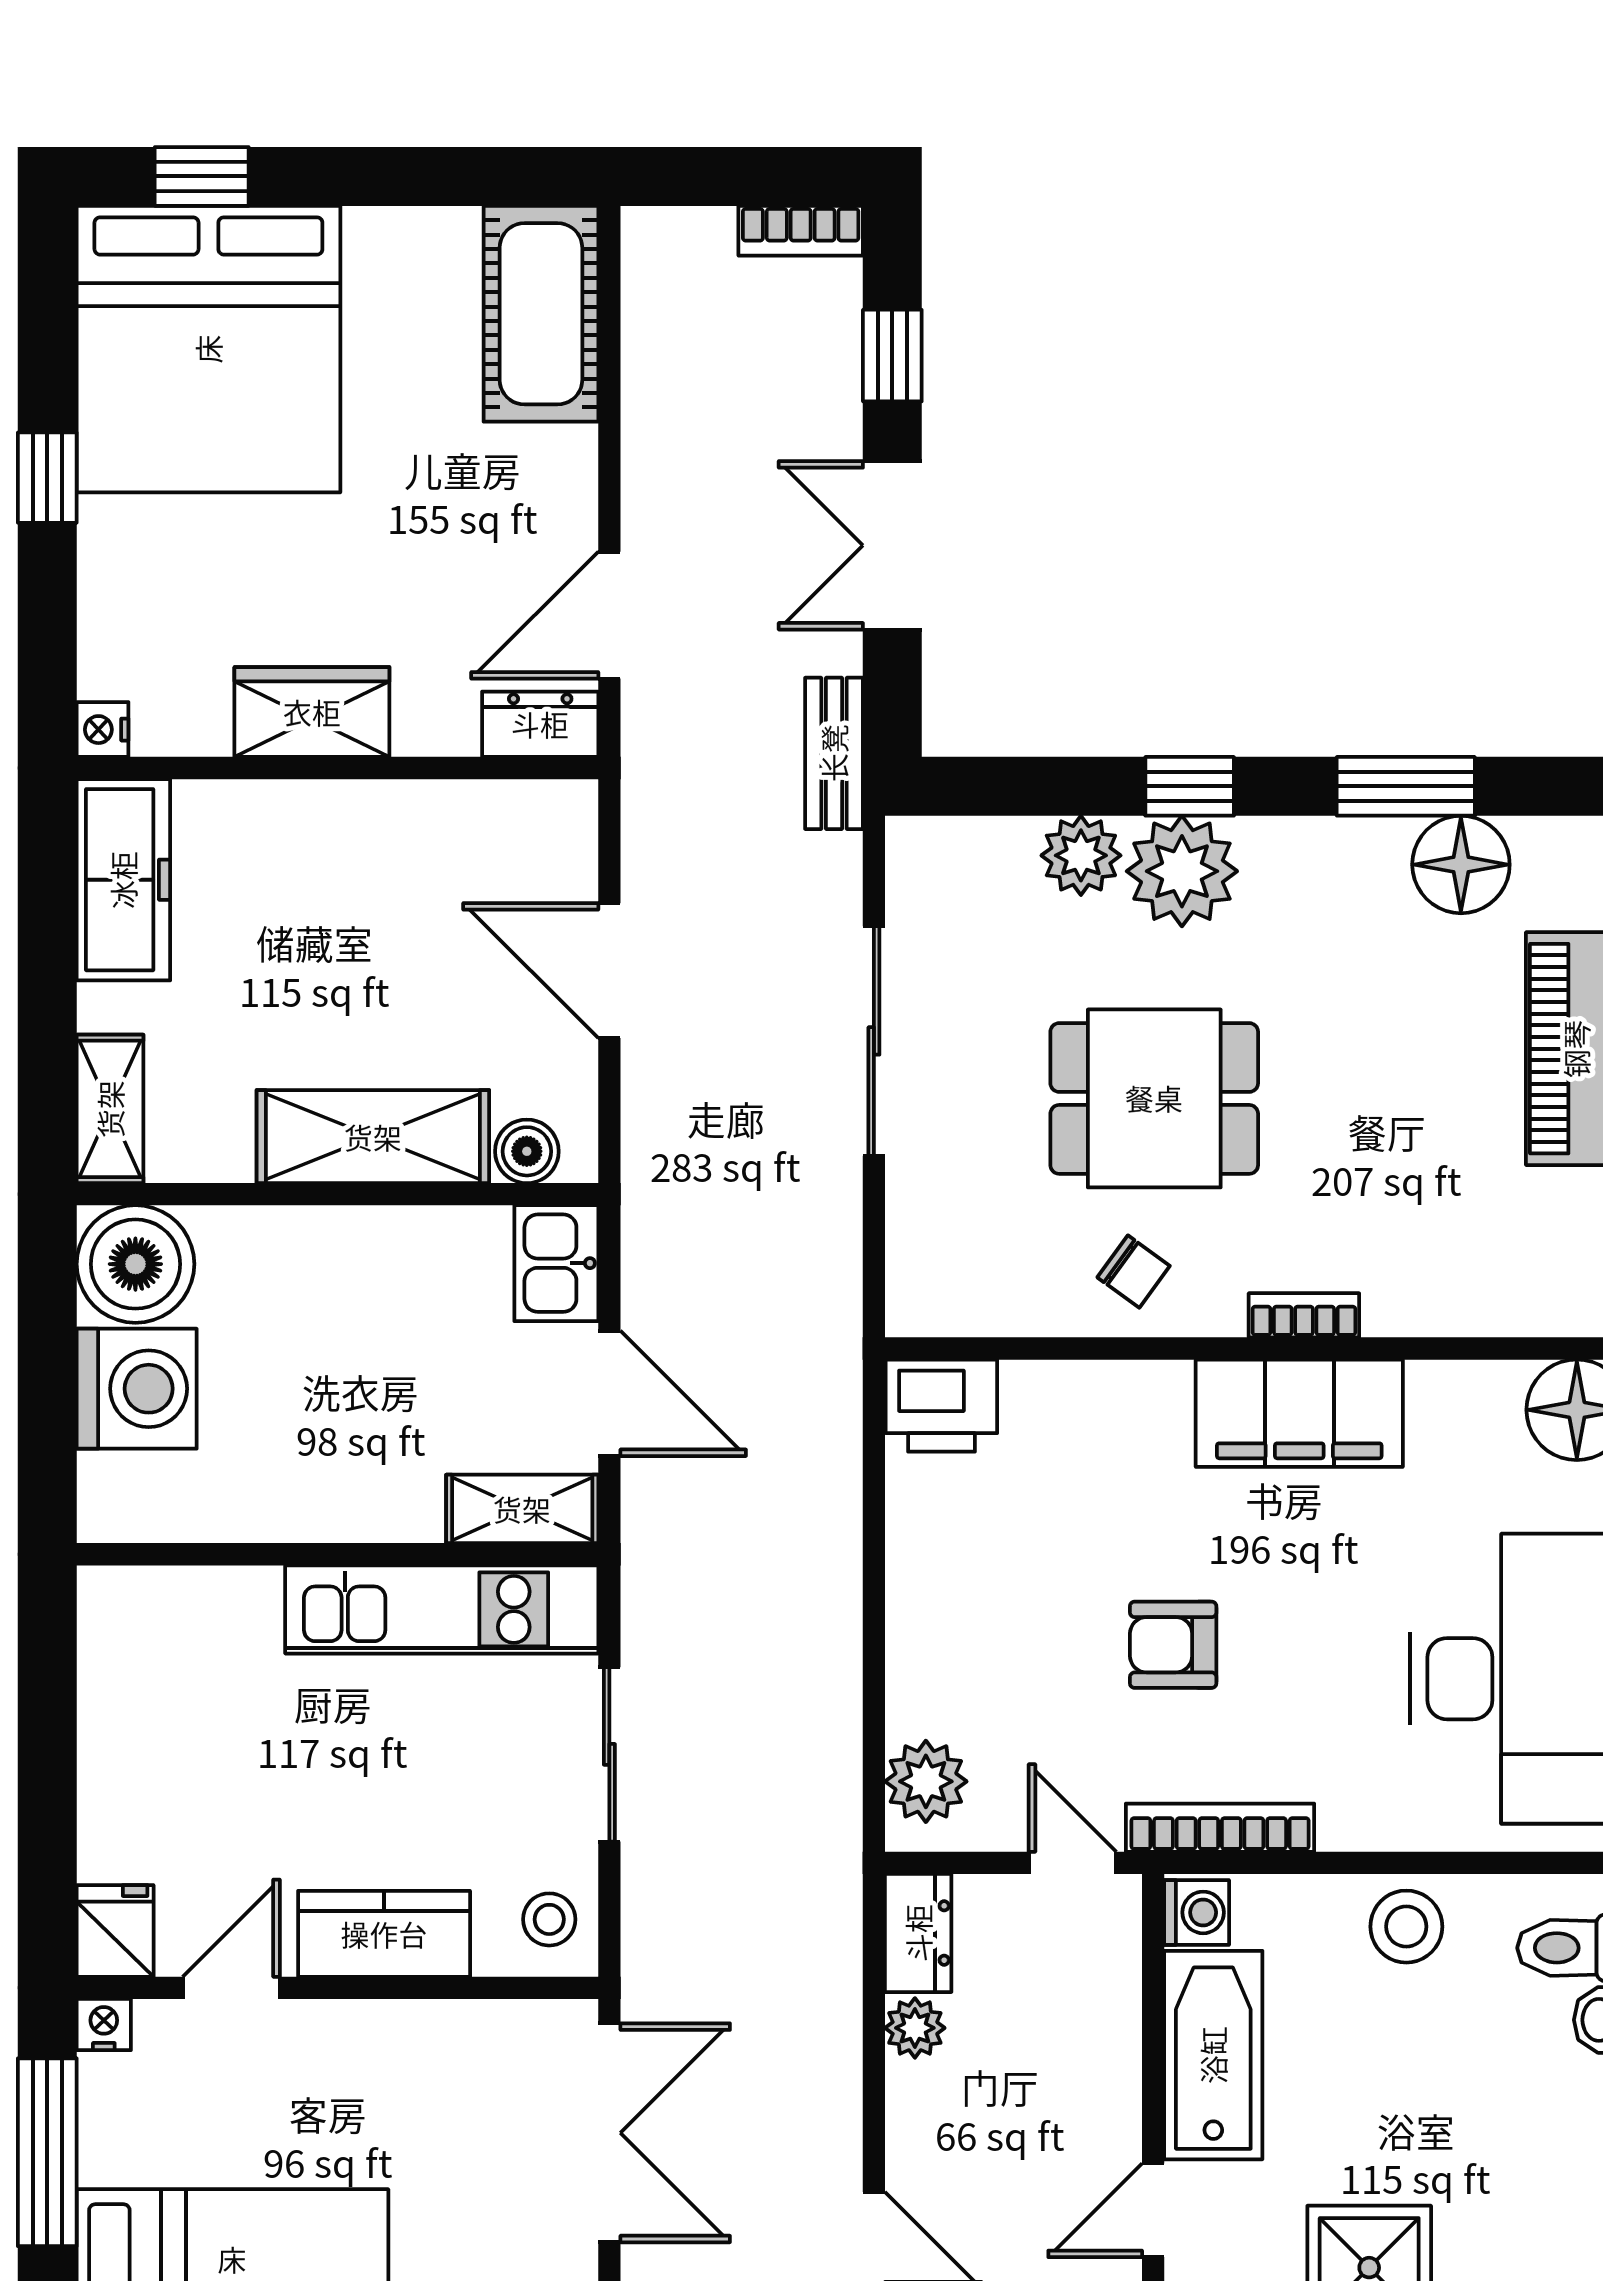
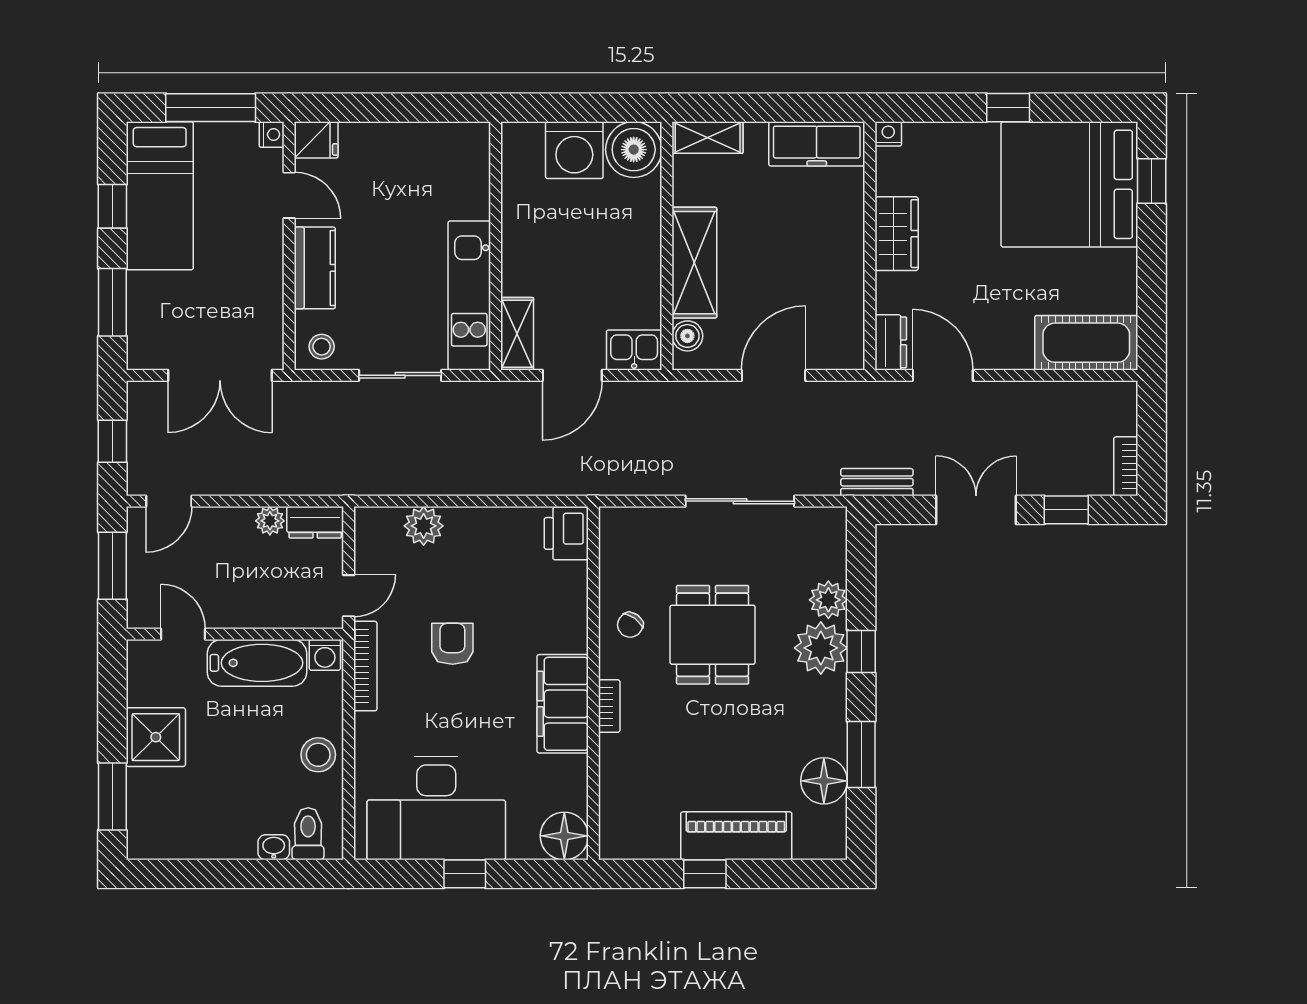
plant: (926, 1781) -> (424, 526), moved

